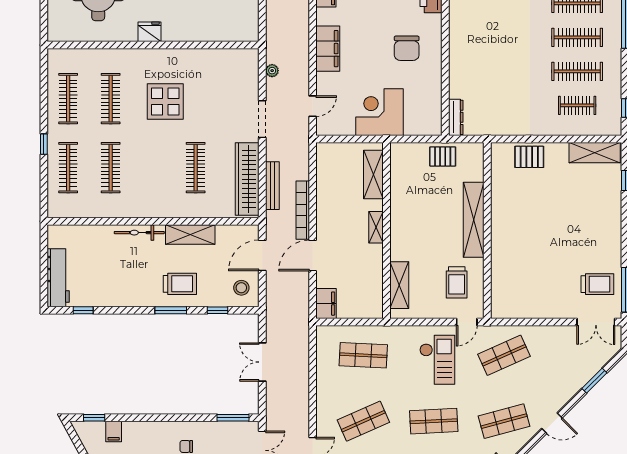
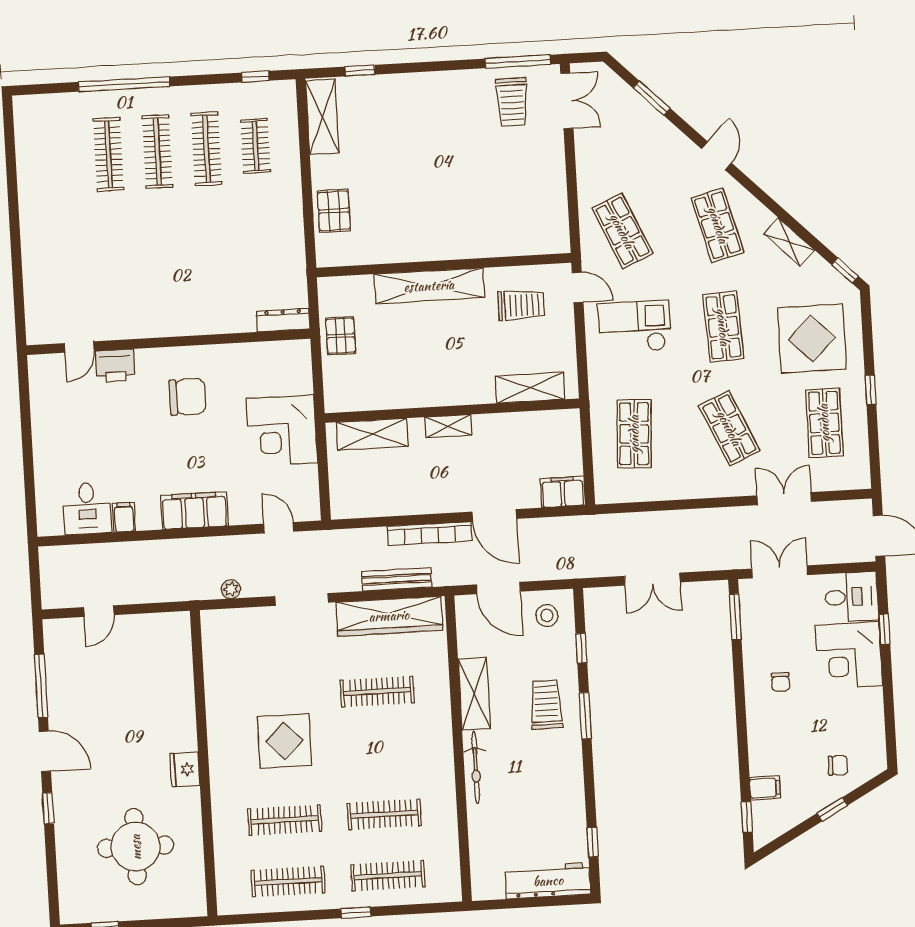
trolley: (597, 284) -> (512, 102), turned 180

